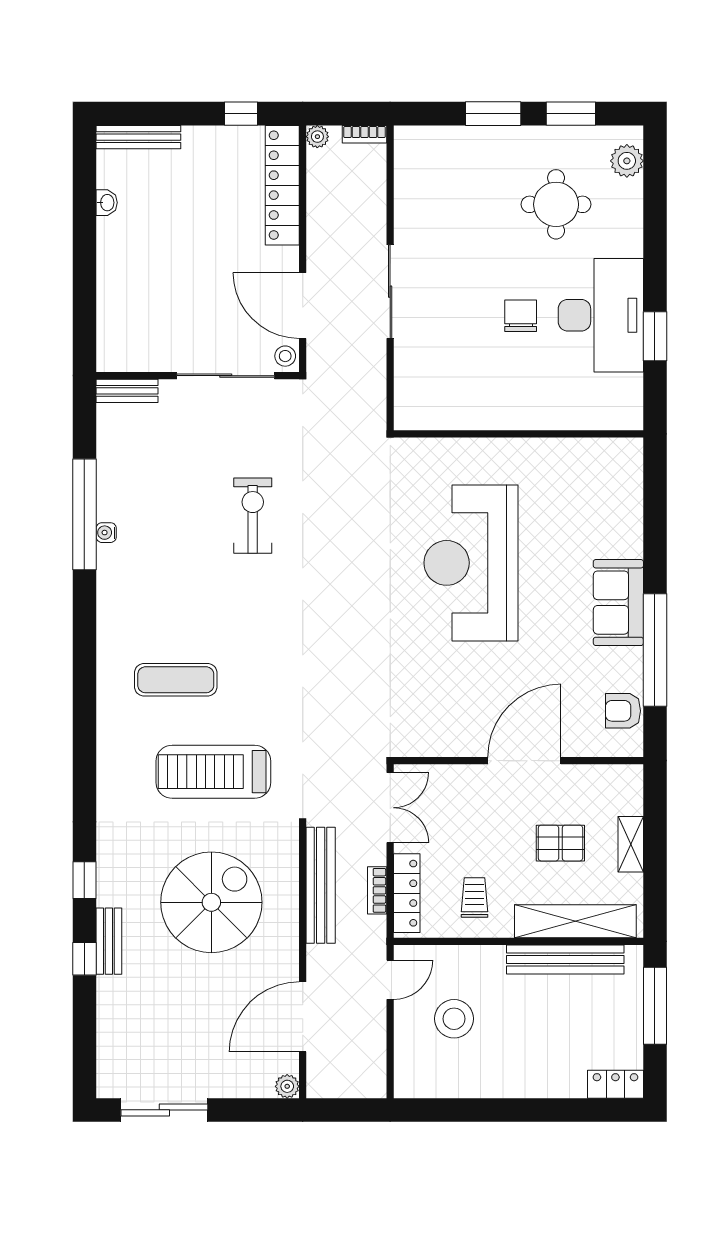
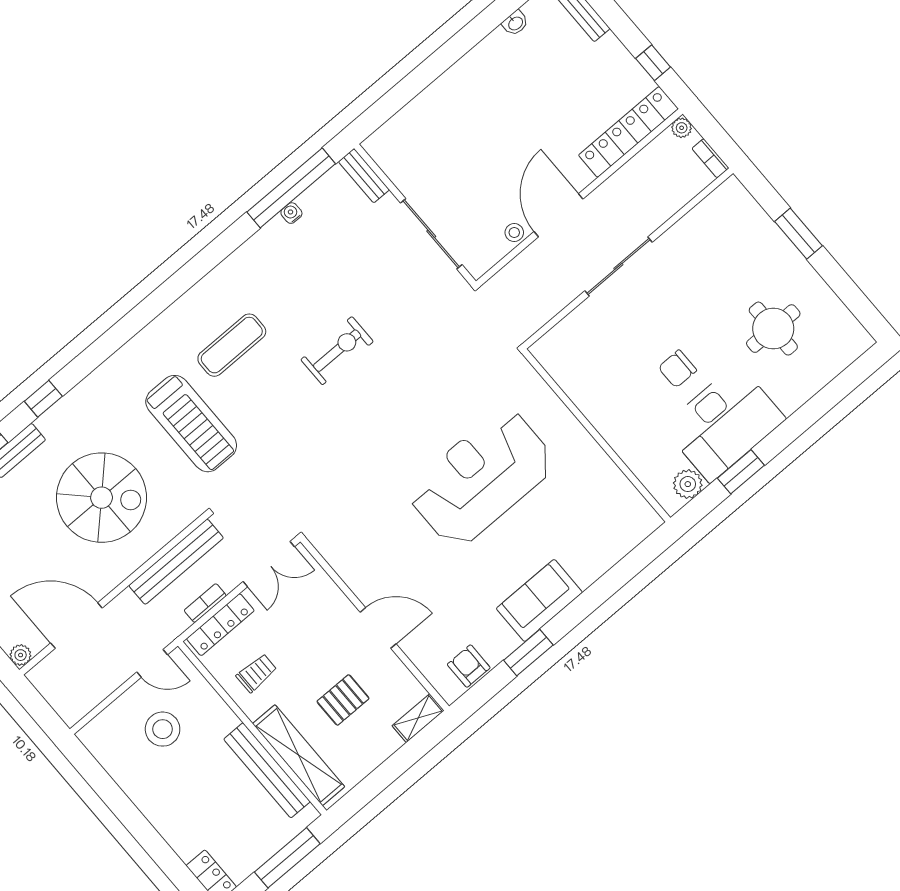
window: (571, 114) -> (843, 286), removed
plant: (627, 161) -> (688, 484), moved
chair: (521, 316) -> (677, 369), turned 180
wall: (198, 376) -> (415, 215), moved
sliding door: (226, 376) -> (431, 234), moved
bench: (127, 391) -> (364, 176), moved
exercise bike: (253, 516) -> (337, 351), moved
window: (655, 650) -> (528, 653), width x0.47
exercise mat: (176, 680) -> (232, 345), turned 90
door: (524, 761) -> (378, 628), width x0.73
treadmill: (213, 772) -> (191, 424), turned 180
pallet: (560, 843) -> (343, 700), turned 90
shelving: (631, 844) -> (418, 718), moved

